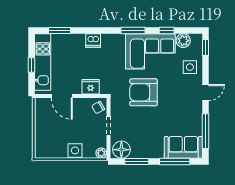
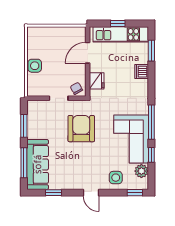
window: (133, 30) -> (151, 122), width x1.44
dishwasher: (93, 40) -> (142, 72), moved
armchair: (144, 92) -> (81, 129), moved
window: (205, 131) -> (54, 193), width x0.46
sofa: (183, 147) -> (38, 164), width x1.36
floor lamp: (121, 150) -> (35, 111), removed
plant: (101, 153) -> (32, 91), removed

